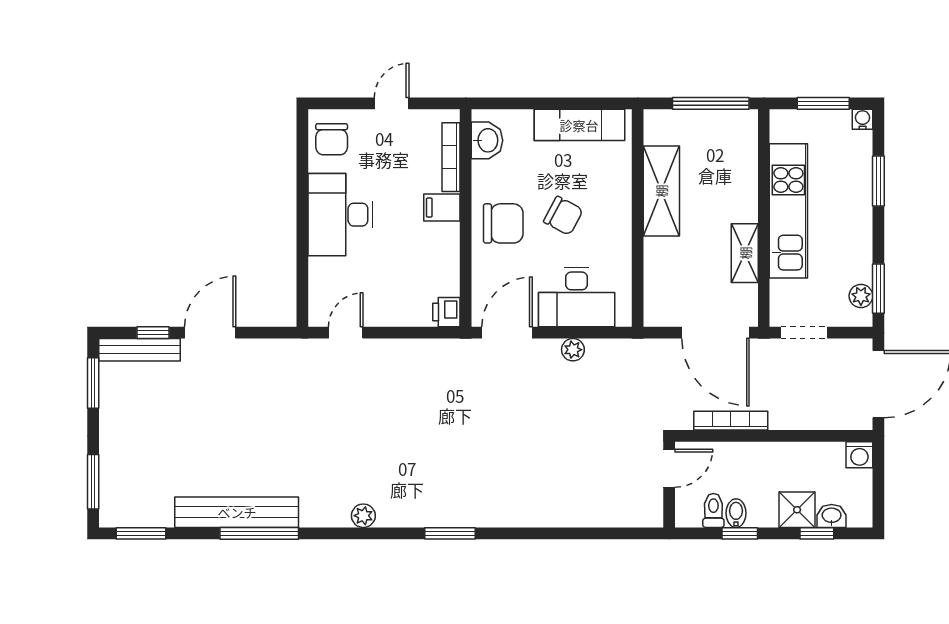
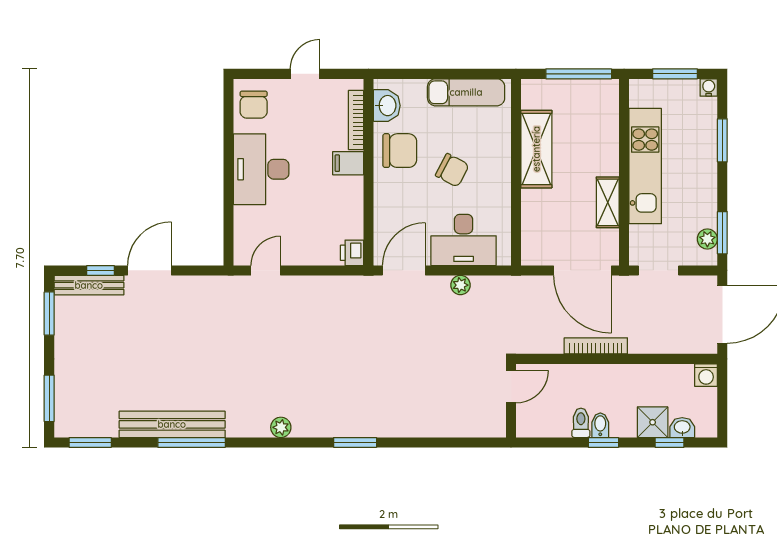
chair: (503, 223) -> (400, 151), moved
door: (669, 468) -> (511, 387), moved
wall: (669, 485) -> (511, 401), moved

